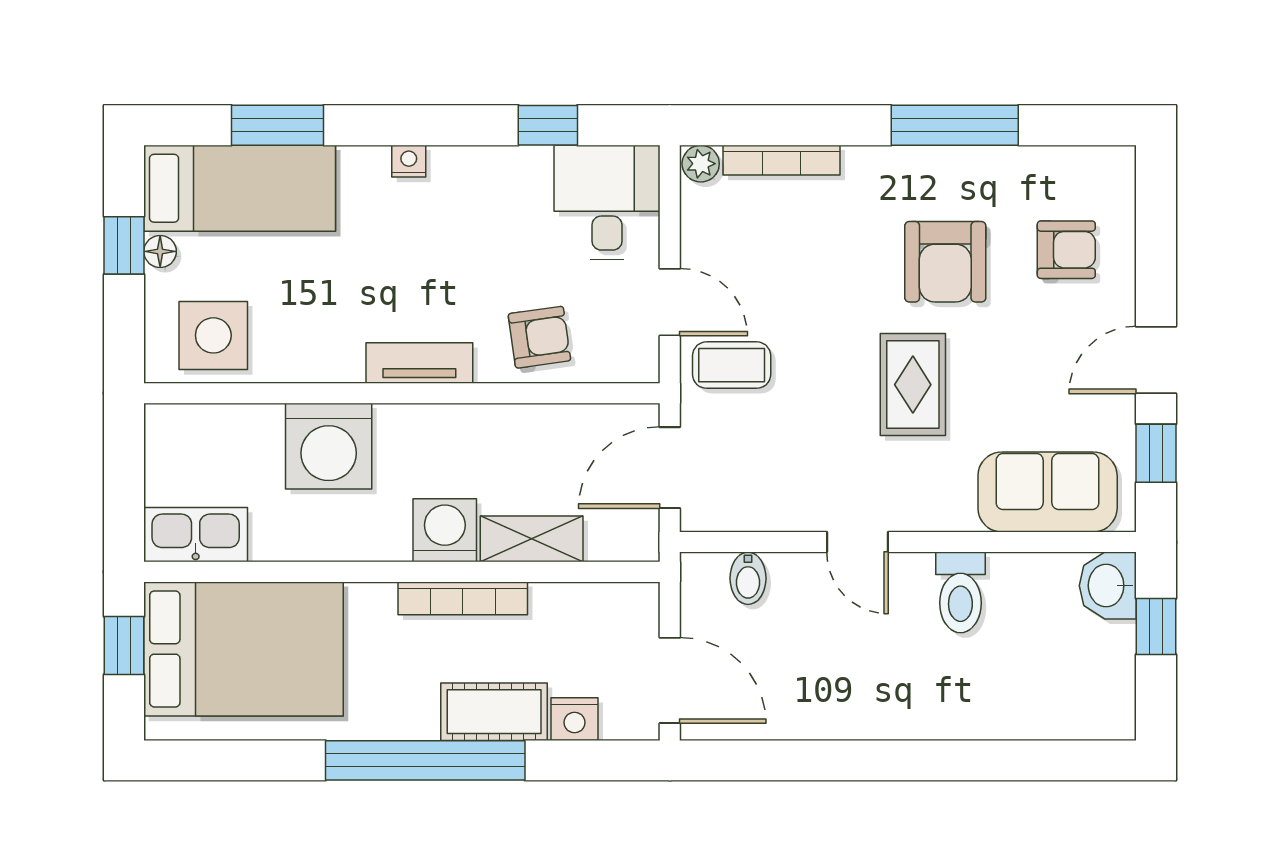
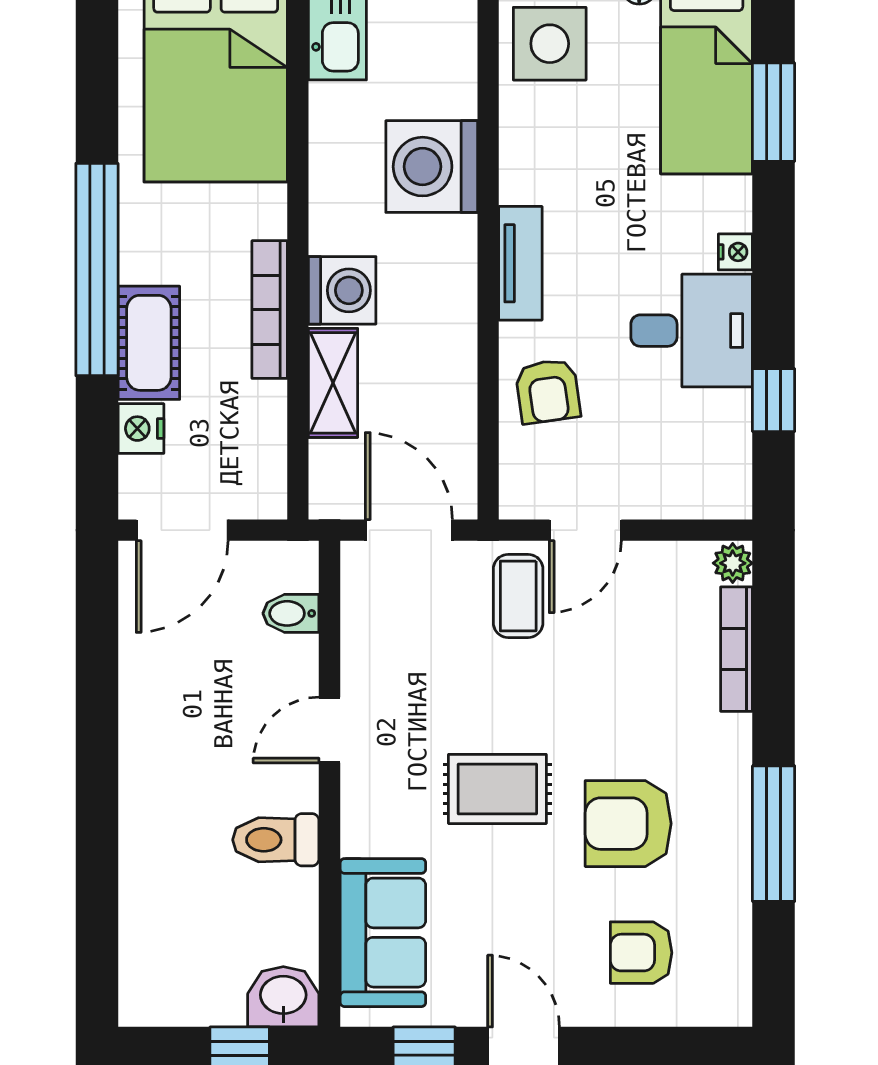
desk: (607, 202) -> (692, 331), moved
armchair: (1066, 250) -> (641, 953), turned 90

